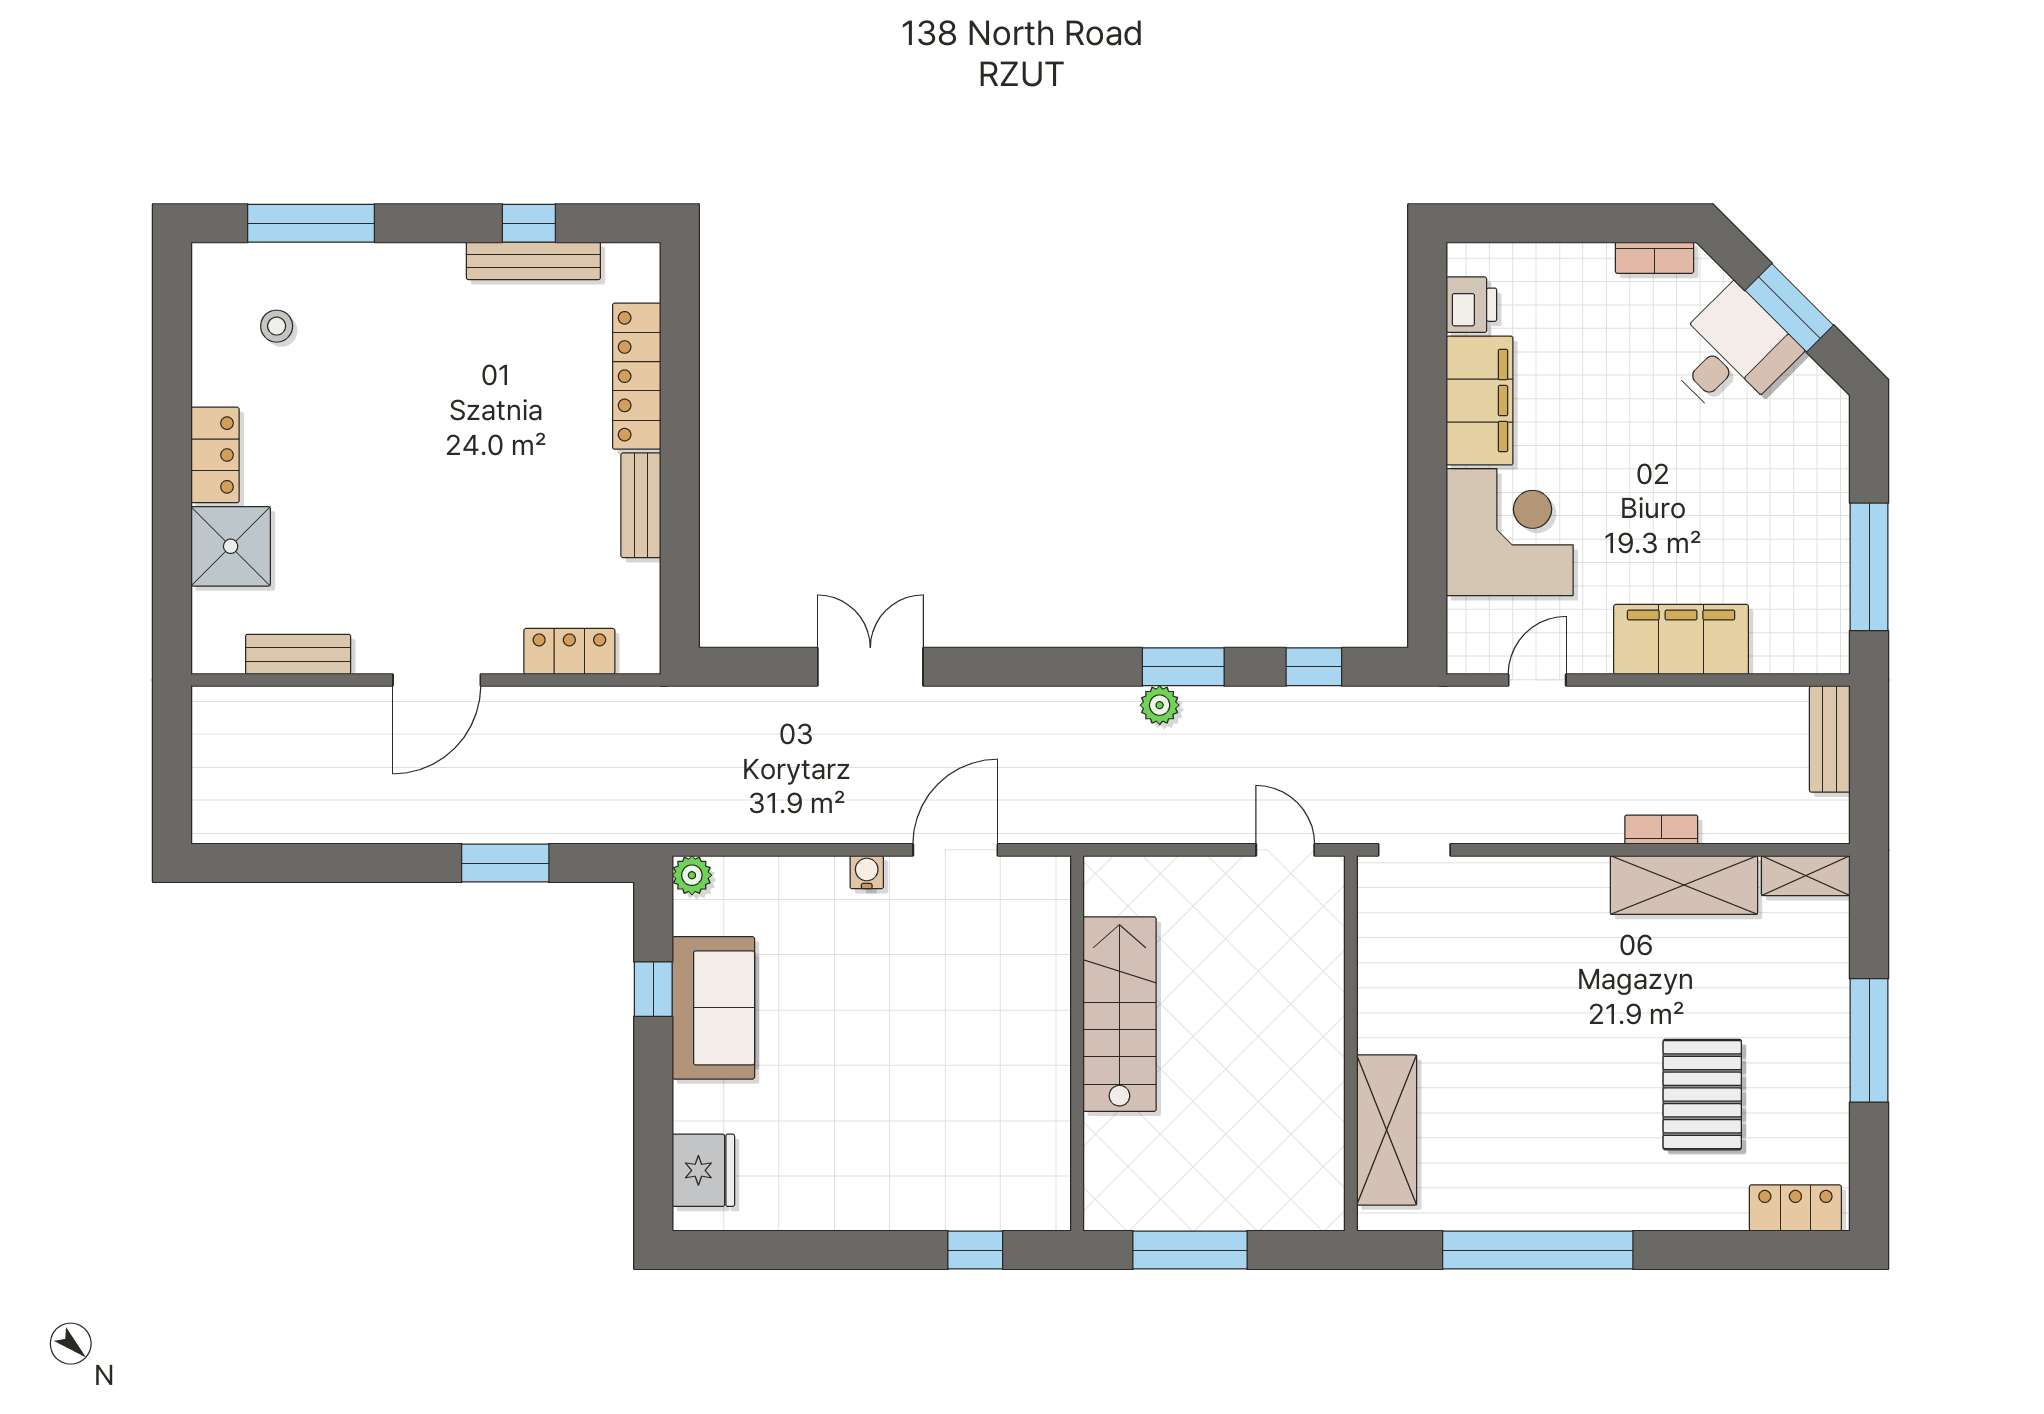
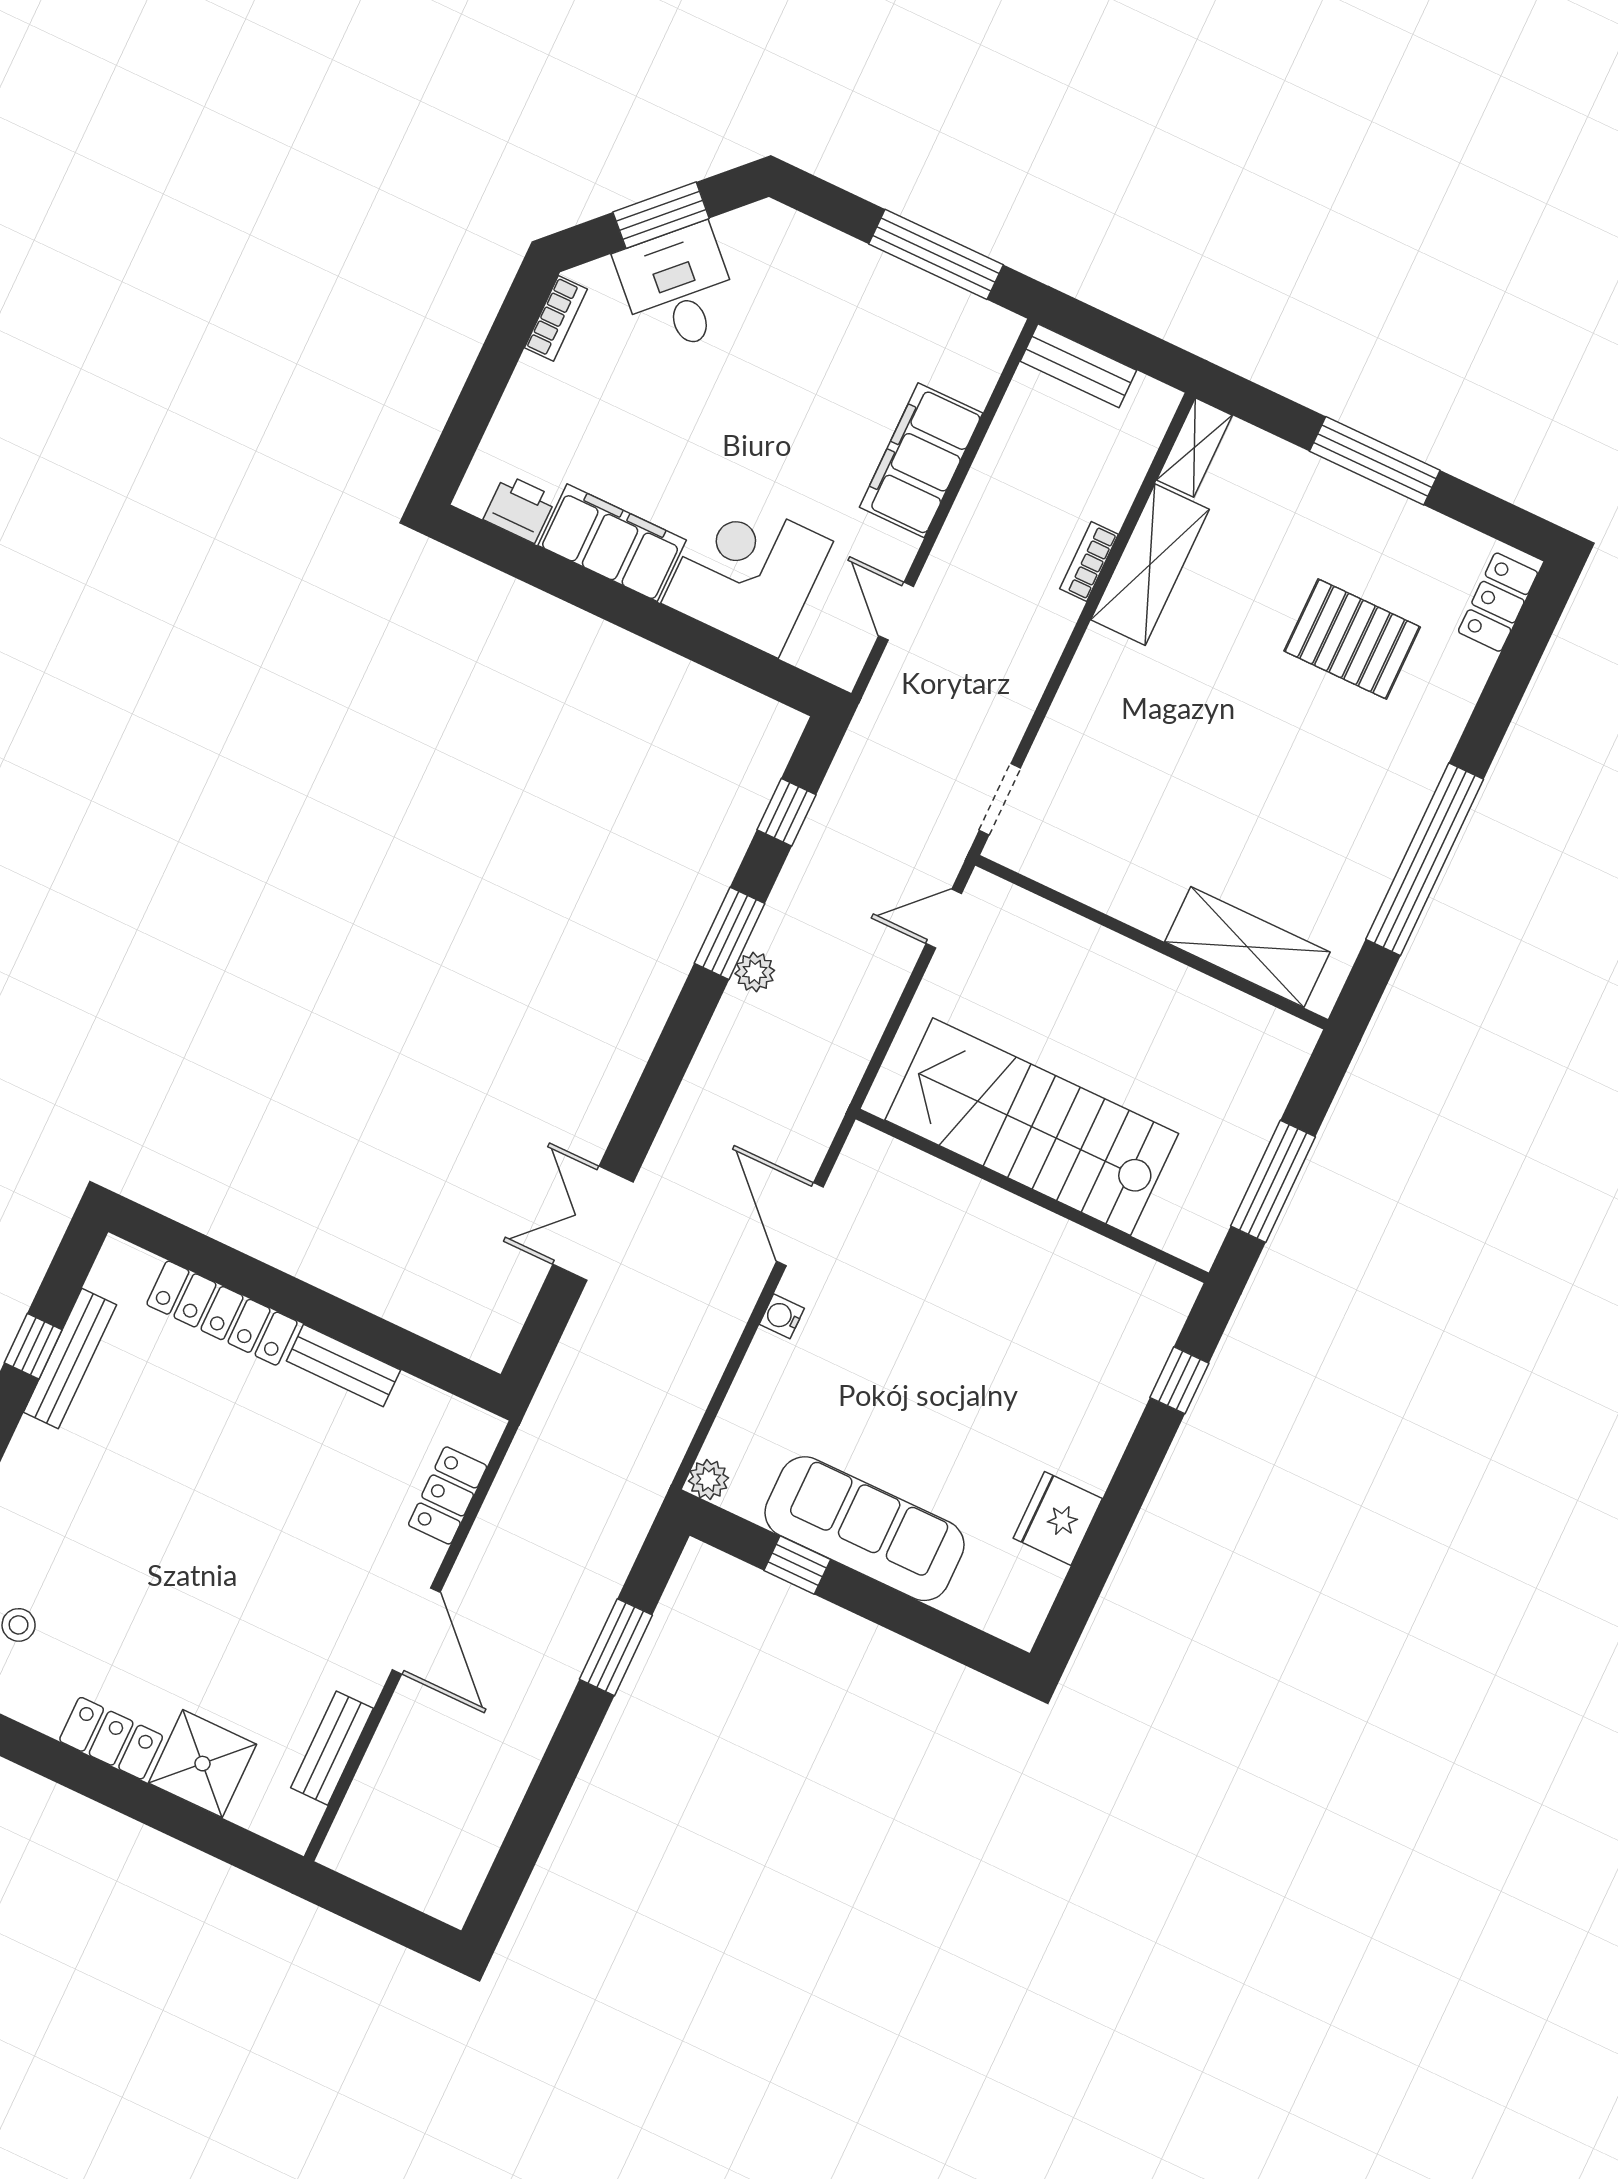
sofa: (713, 1008) -> (864, 1529), width x1.36
stairs: (1119, 1014) -> (1032, 1127), width x1.36, depth x1.51
fridge: (703, 1170) -> (1058, 1518), moved, turned -90

